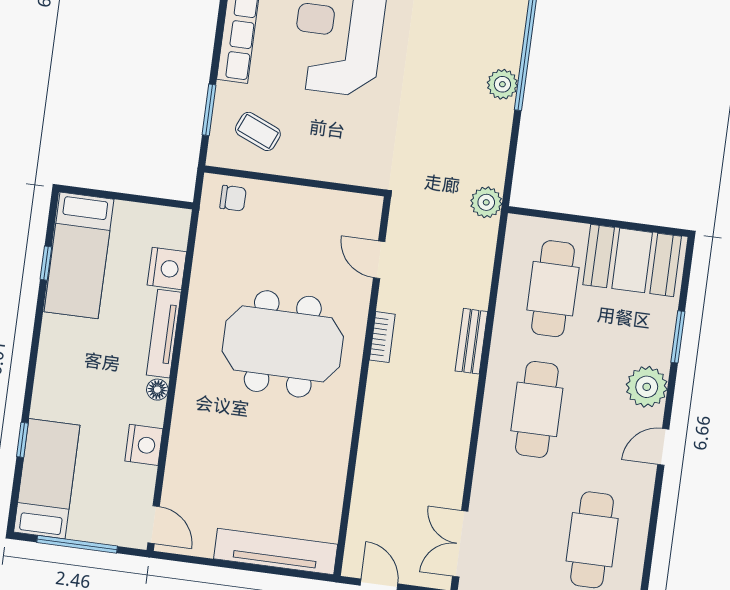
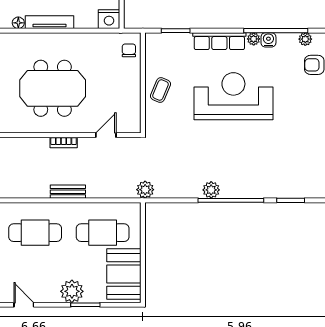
coffee table: (258, 131) -> (161, 90), moved
chair: (233, 198) -> (129, 50), turned 180
nightstand: (167, 268) -> (109, 19), moved
meeting table: (283, 344) -> (53, 88), turned 90
plant: (647, 387) -> (72, 291), moved

